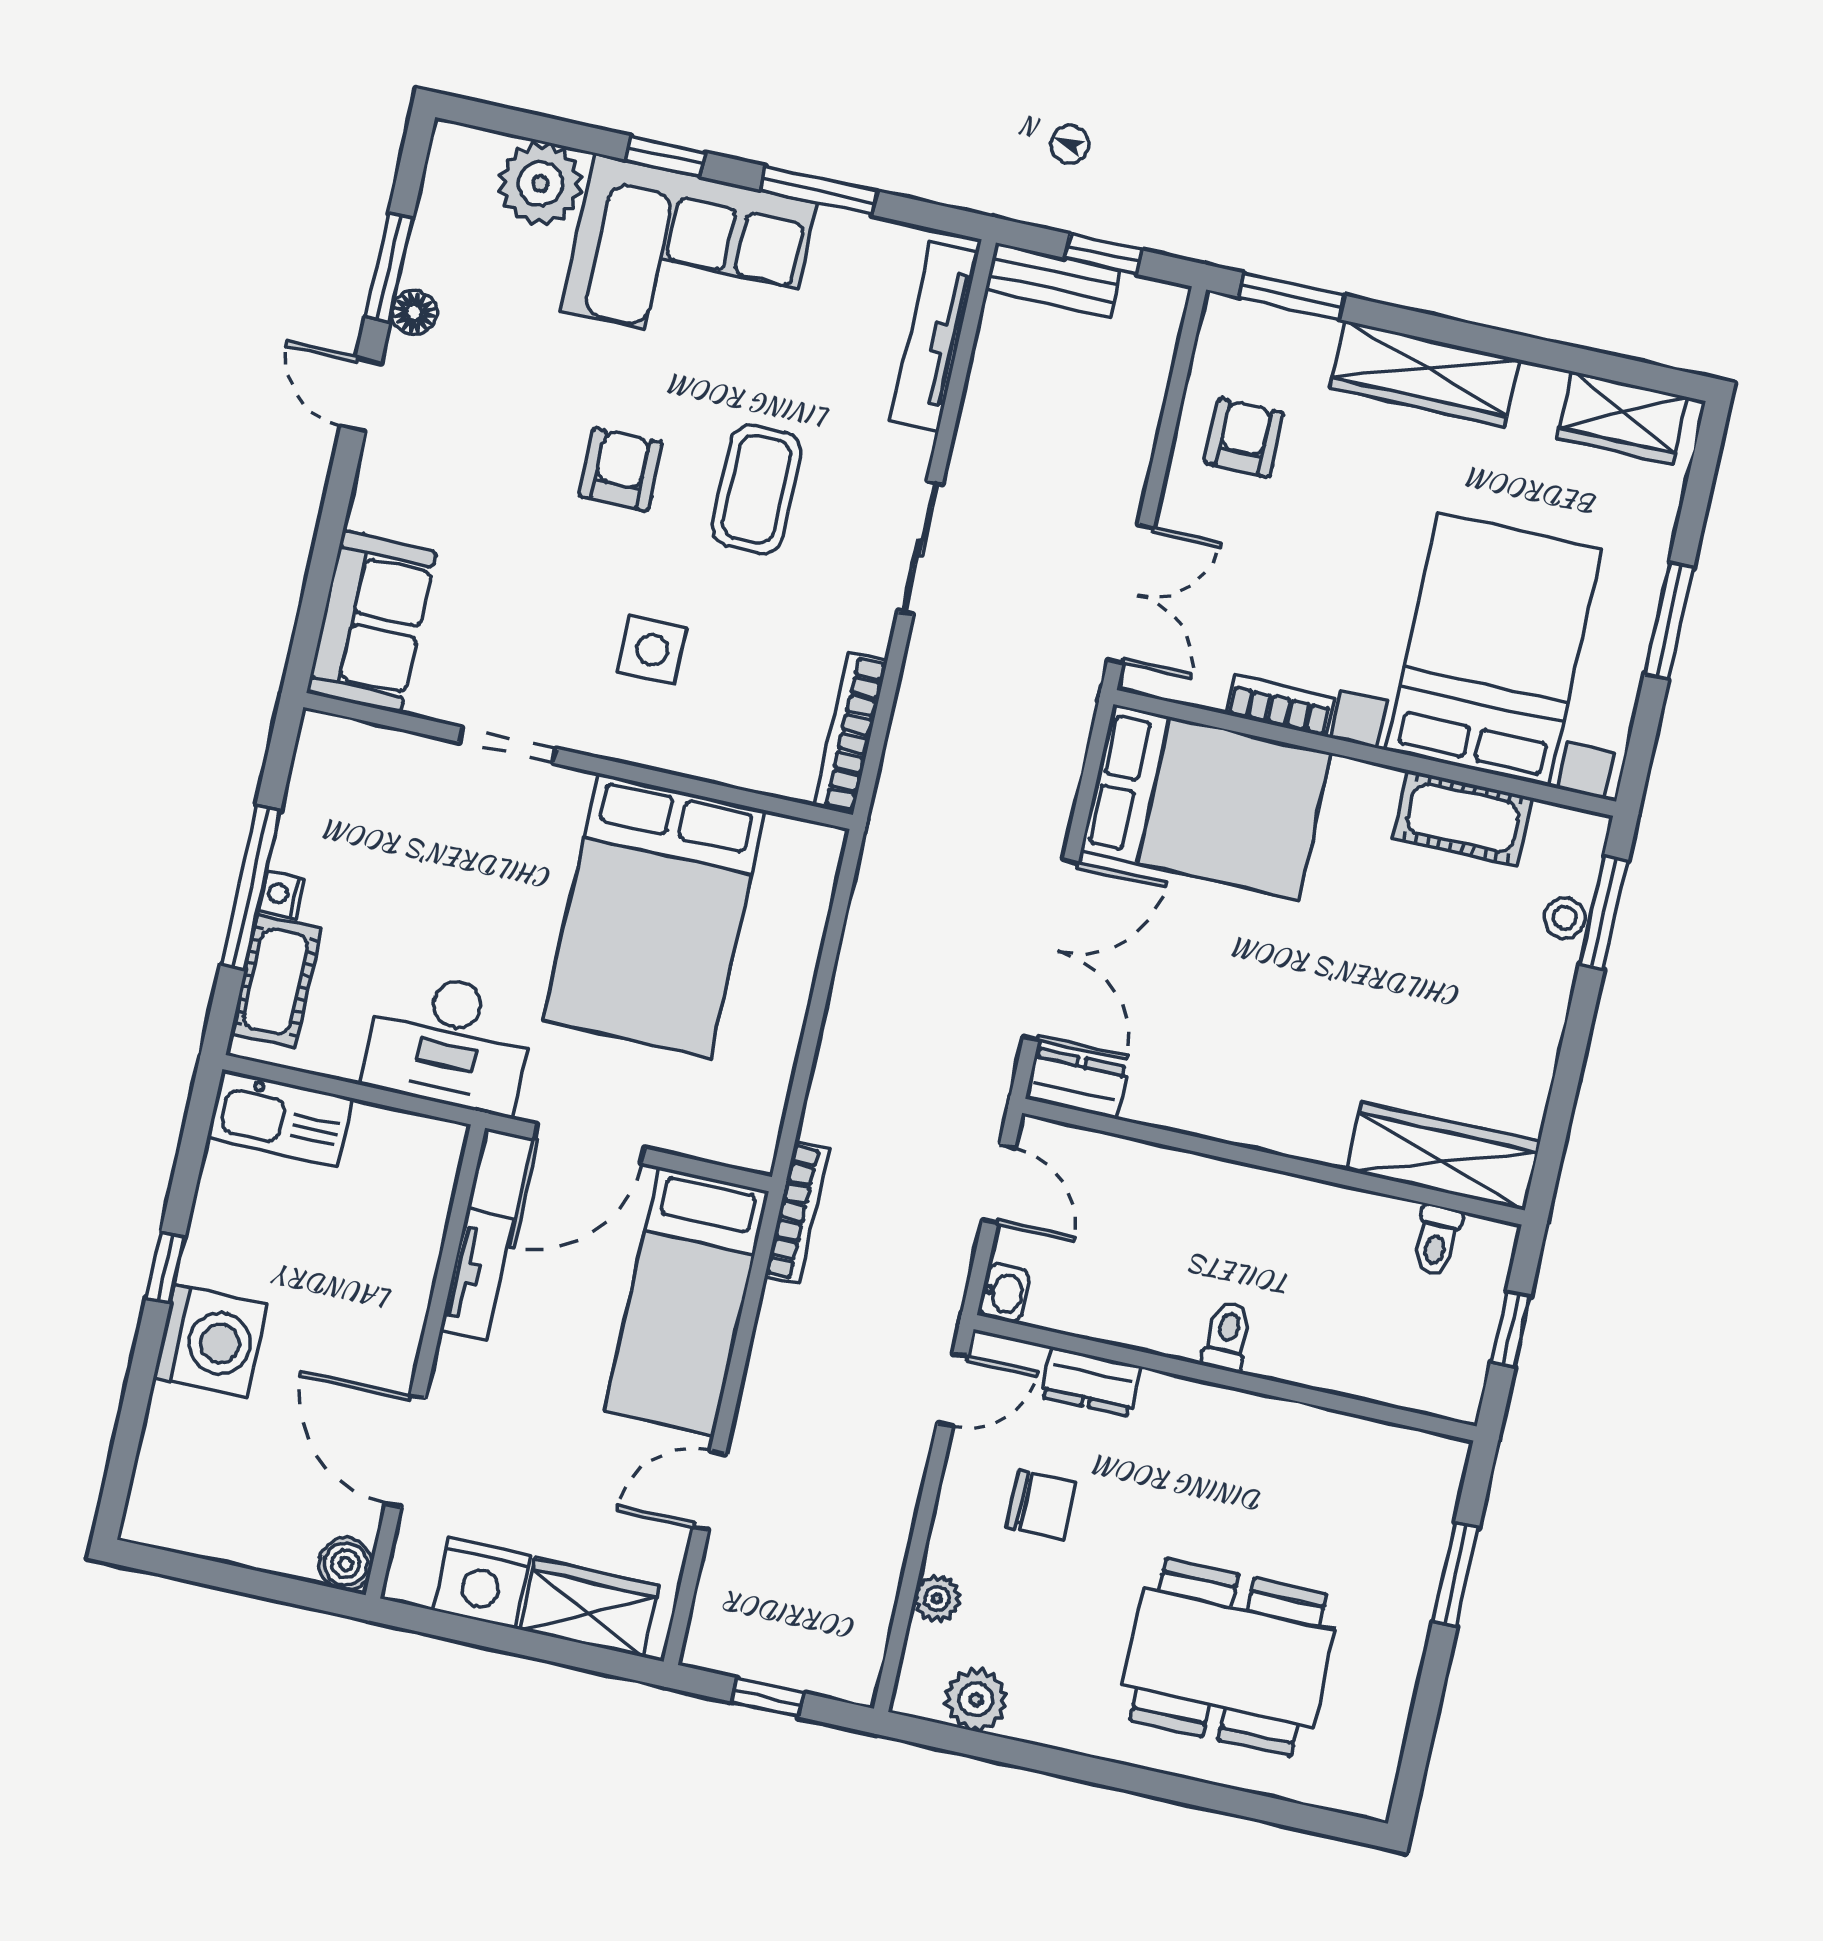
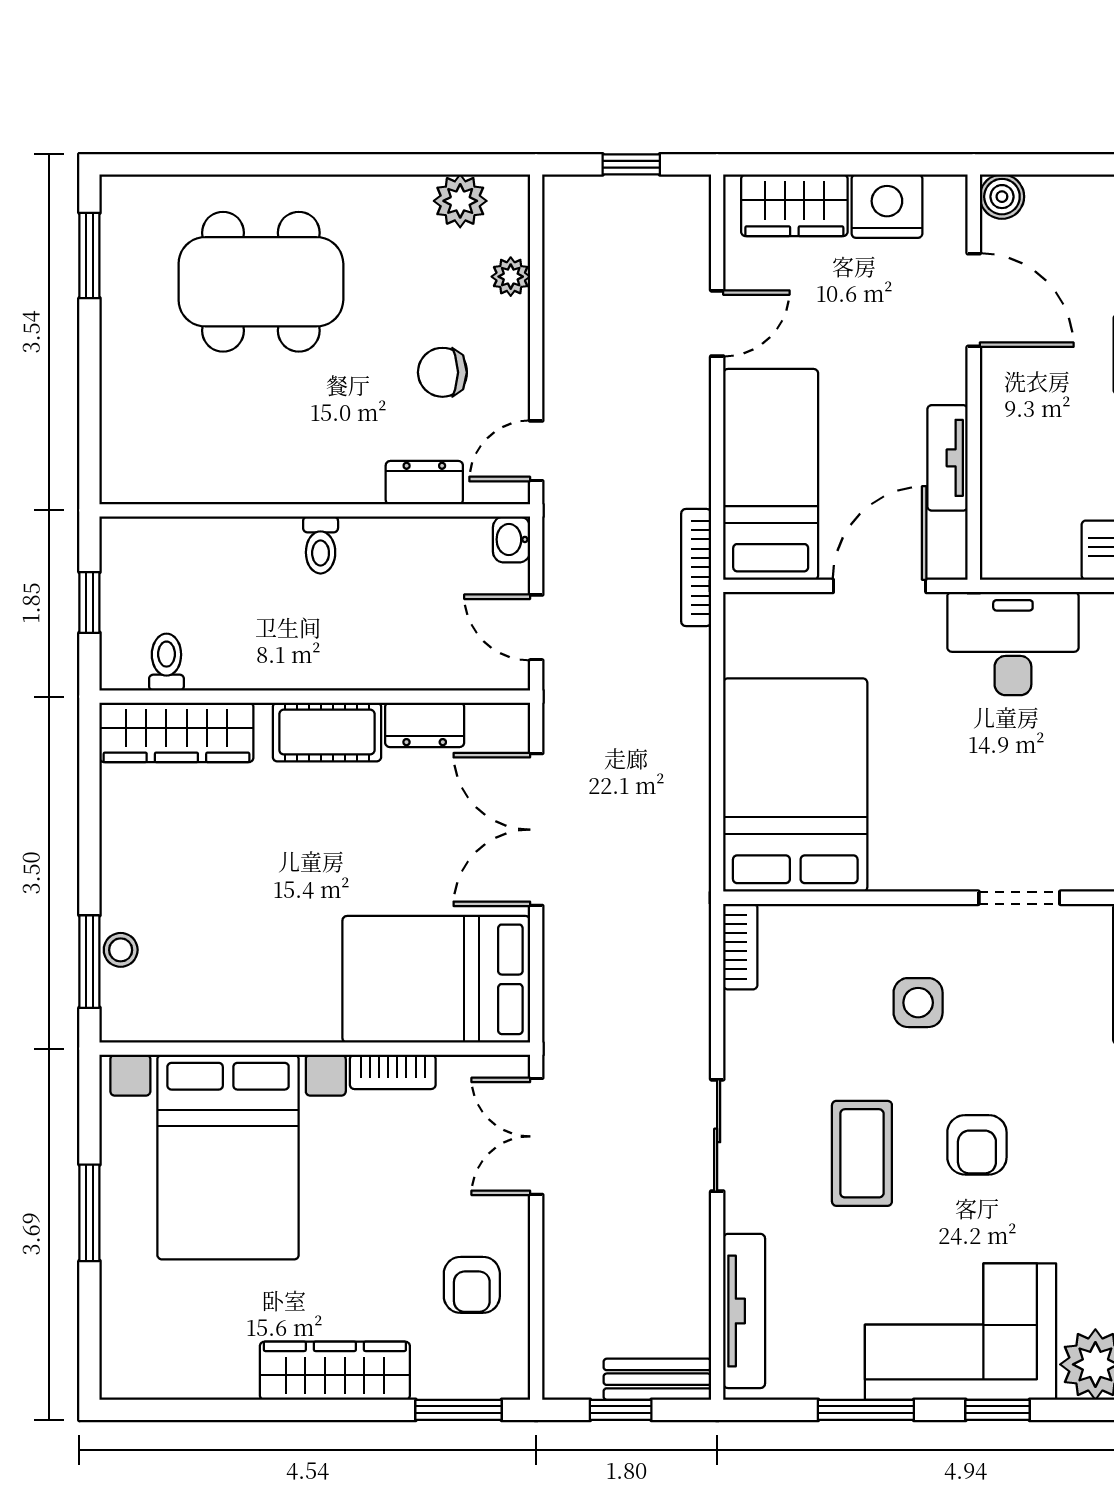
wardrobe: (1622, 418) -> (165, 1371), removed
bookcase: (850, 733) -> (740, 947), width x0.64
cot: (1463, 818) -> (327, 732), moved
bed: (654, 915) -> (795, 785), moved
dresser: (1077, 1083) -> (425, 725), moved
window: (1456, 1575) -> (89, 255), moved

